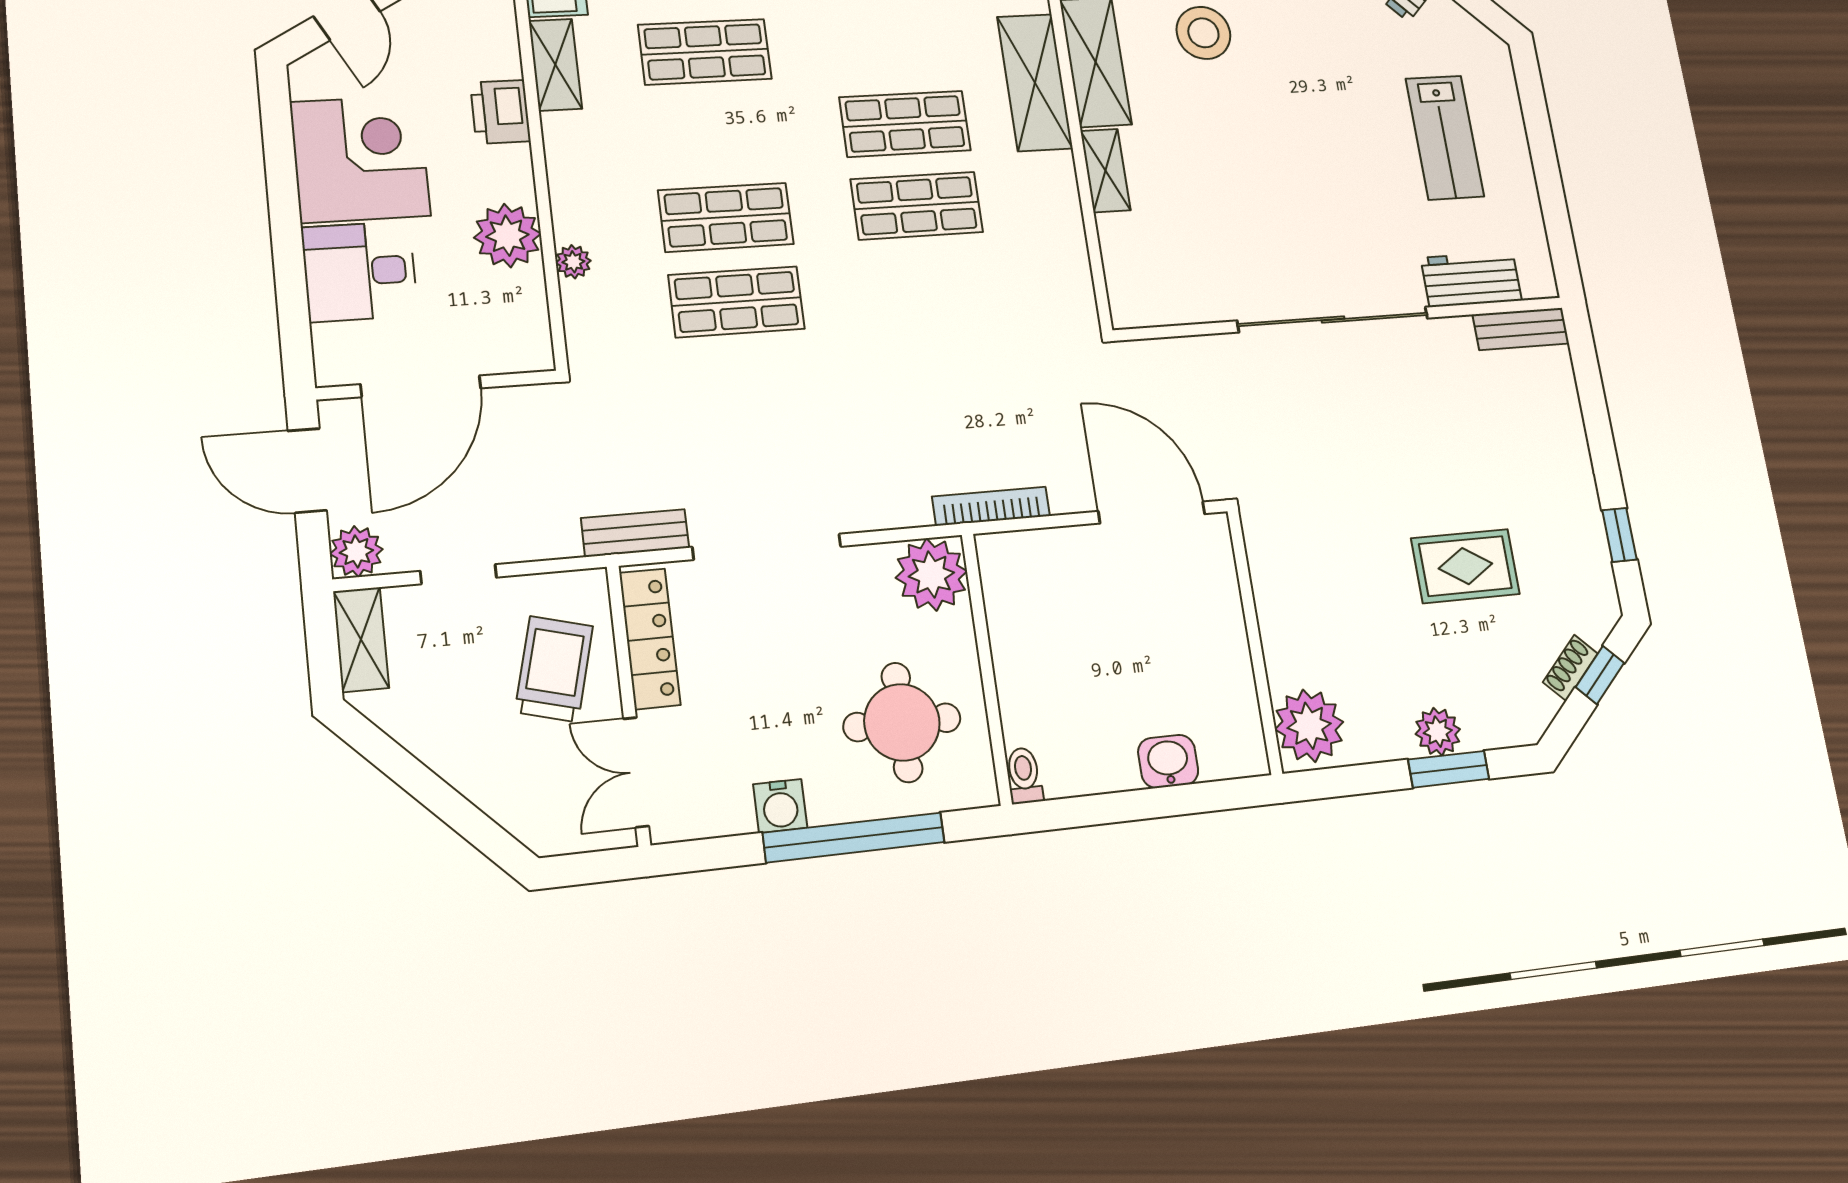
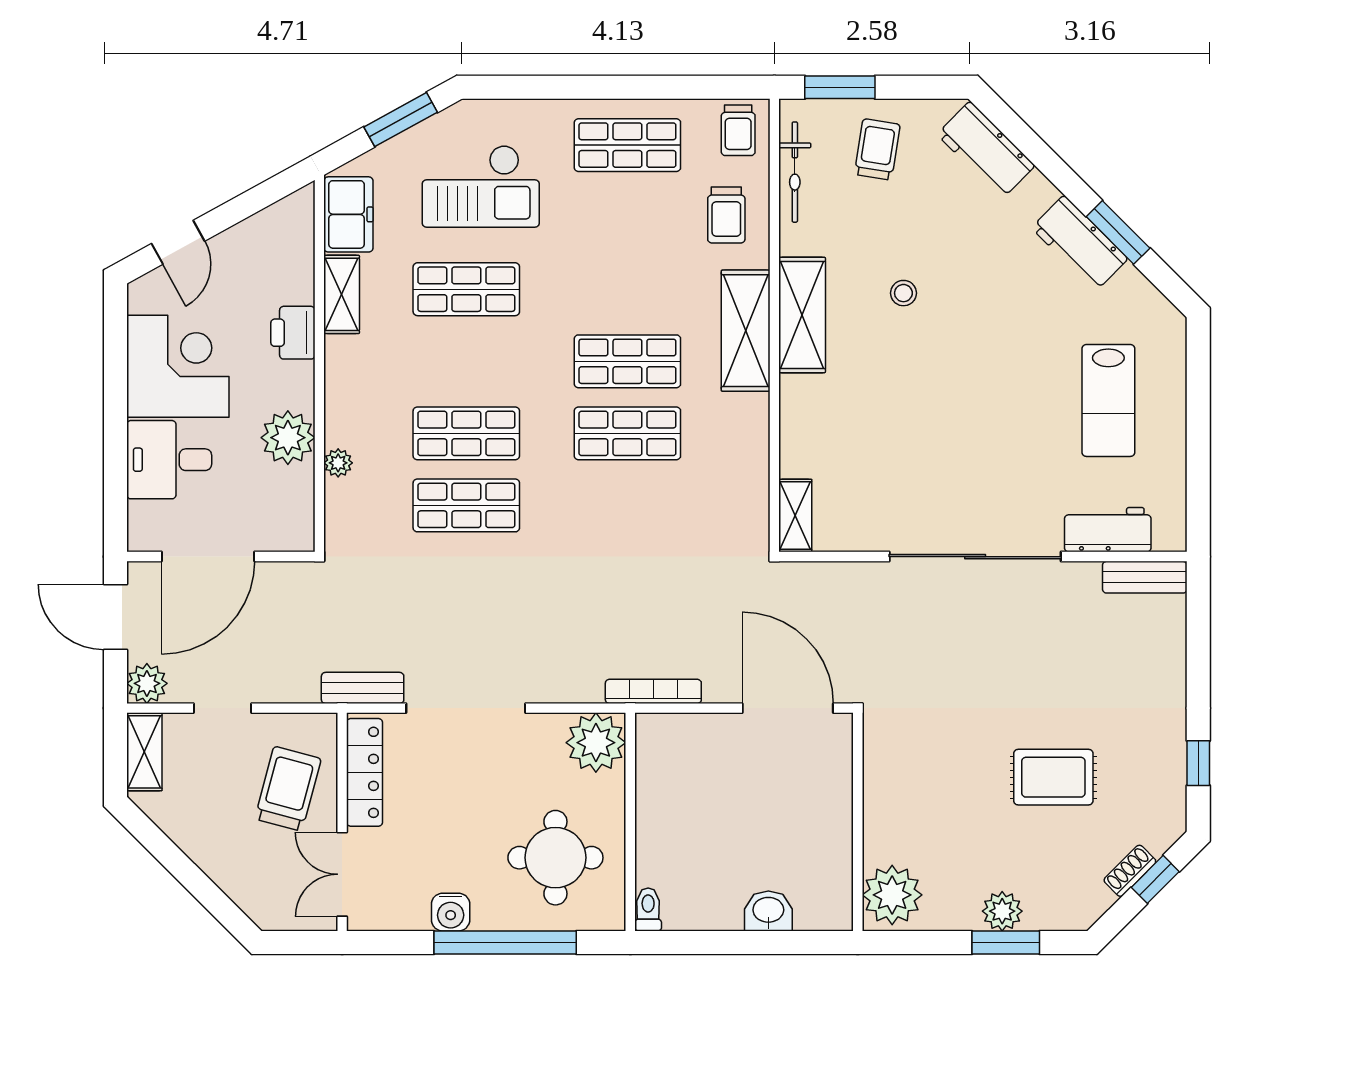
stool: (1203, 33) -> (903, 293), width x0.53, depth x0.53
shelving: (1105, 171) -> (795, 516), moved

